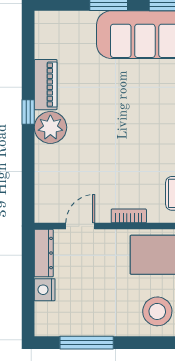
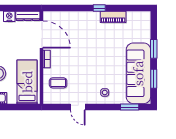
plant: (50, 127) -> (91, 19), removed
door: (80, 226) -> (42, 34), width x1.88

